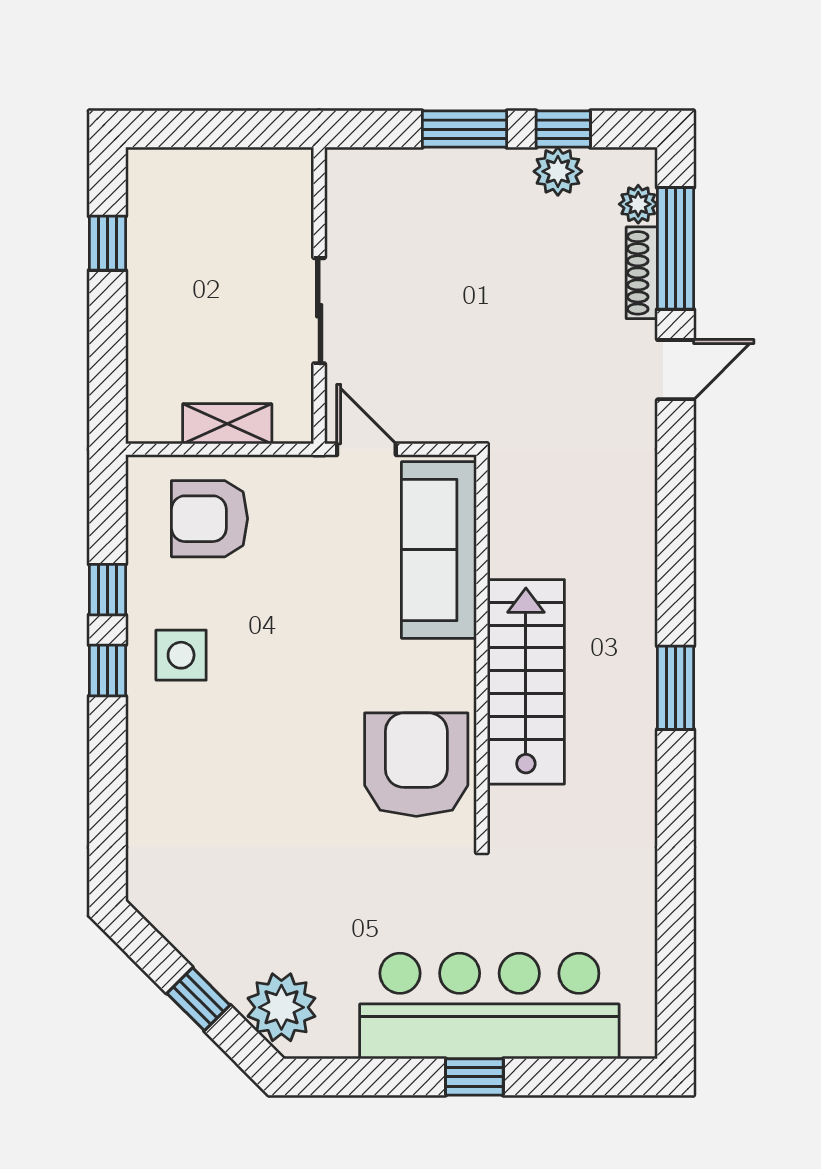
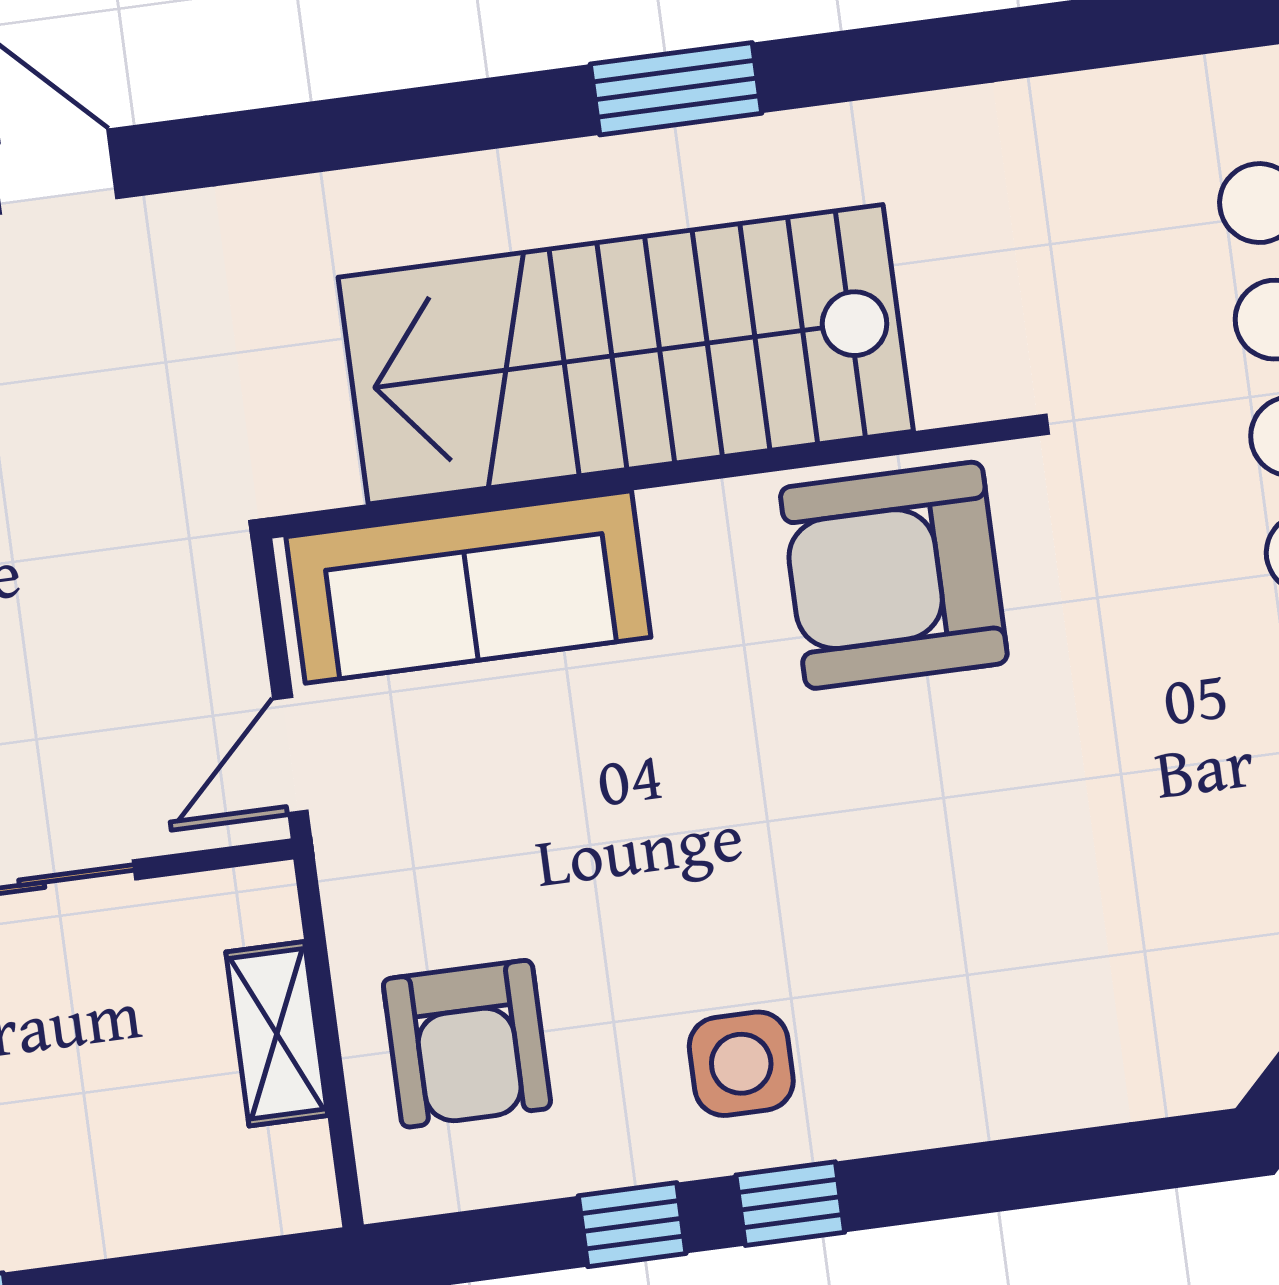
stairs: (526, 682) -> (626, 354), width x1.36, depth x1.51

